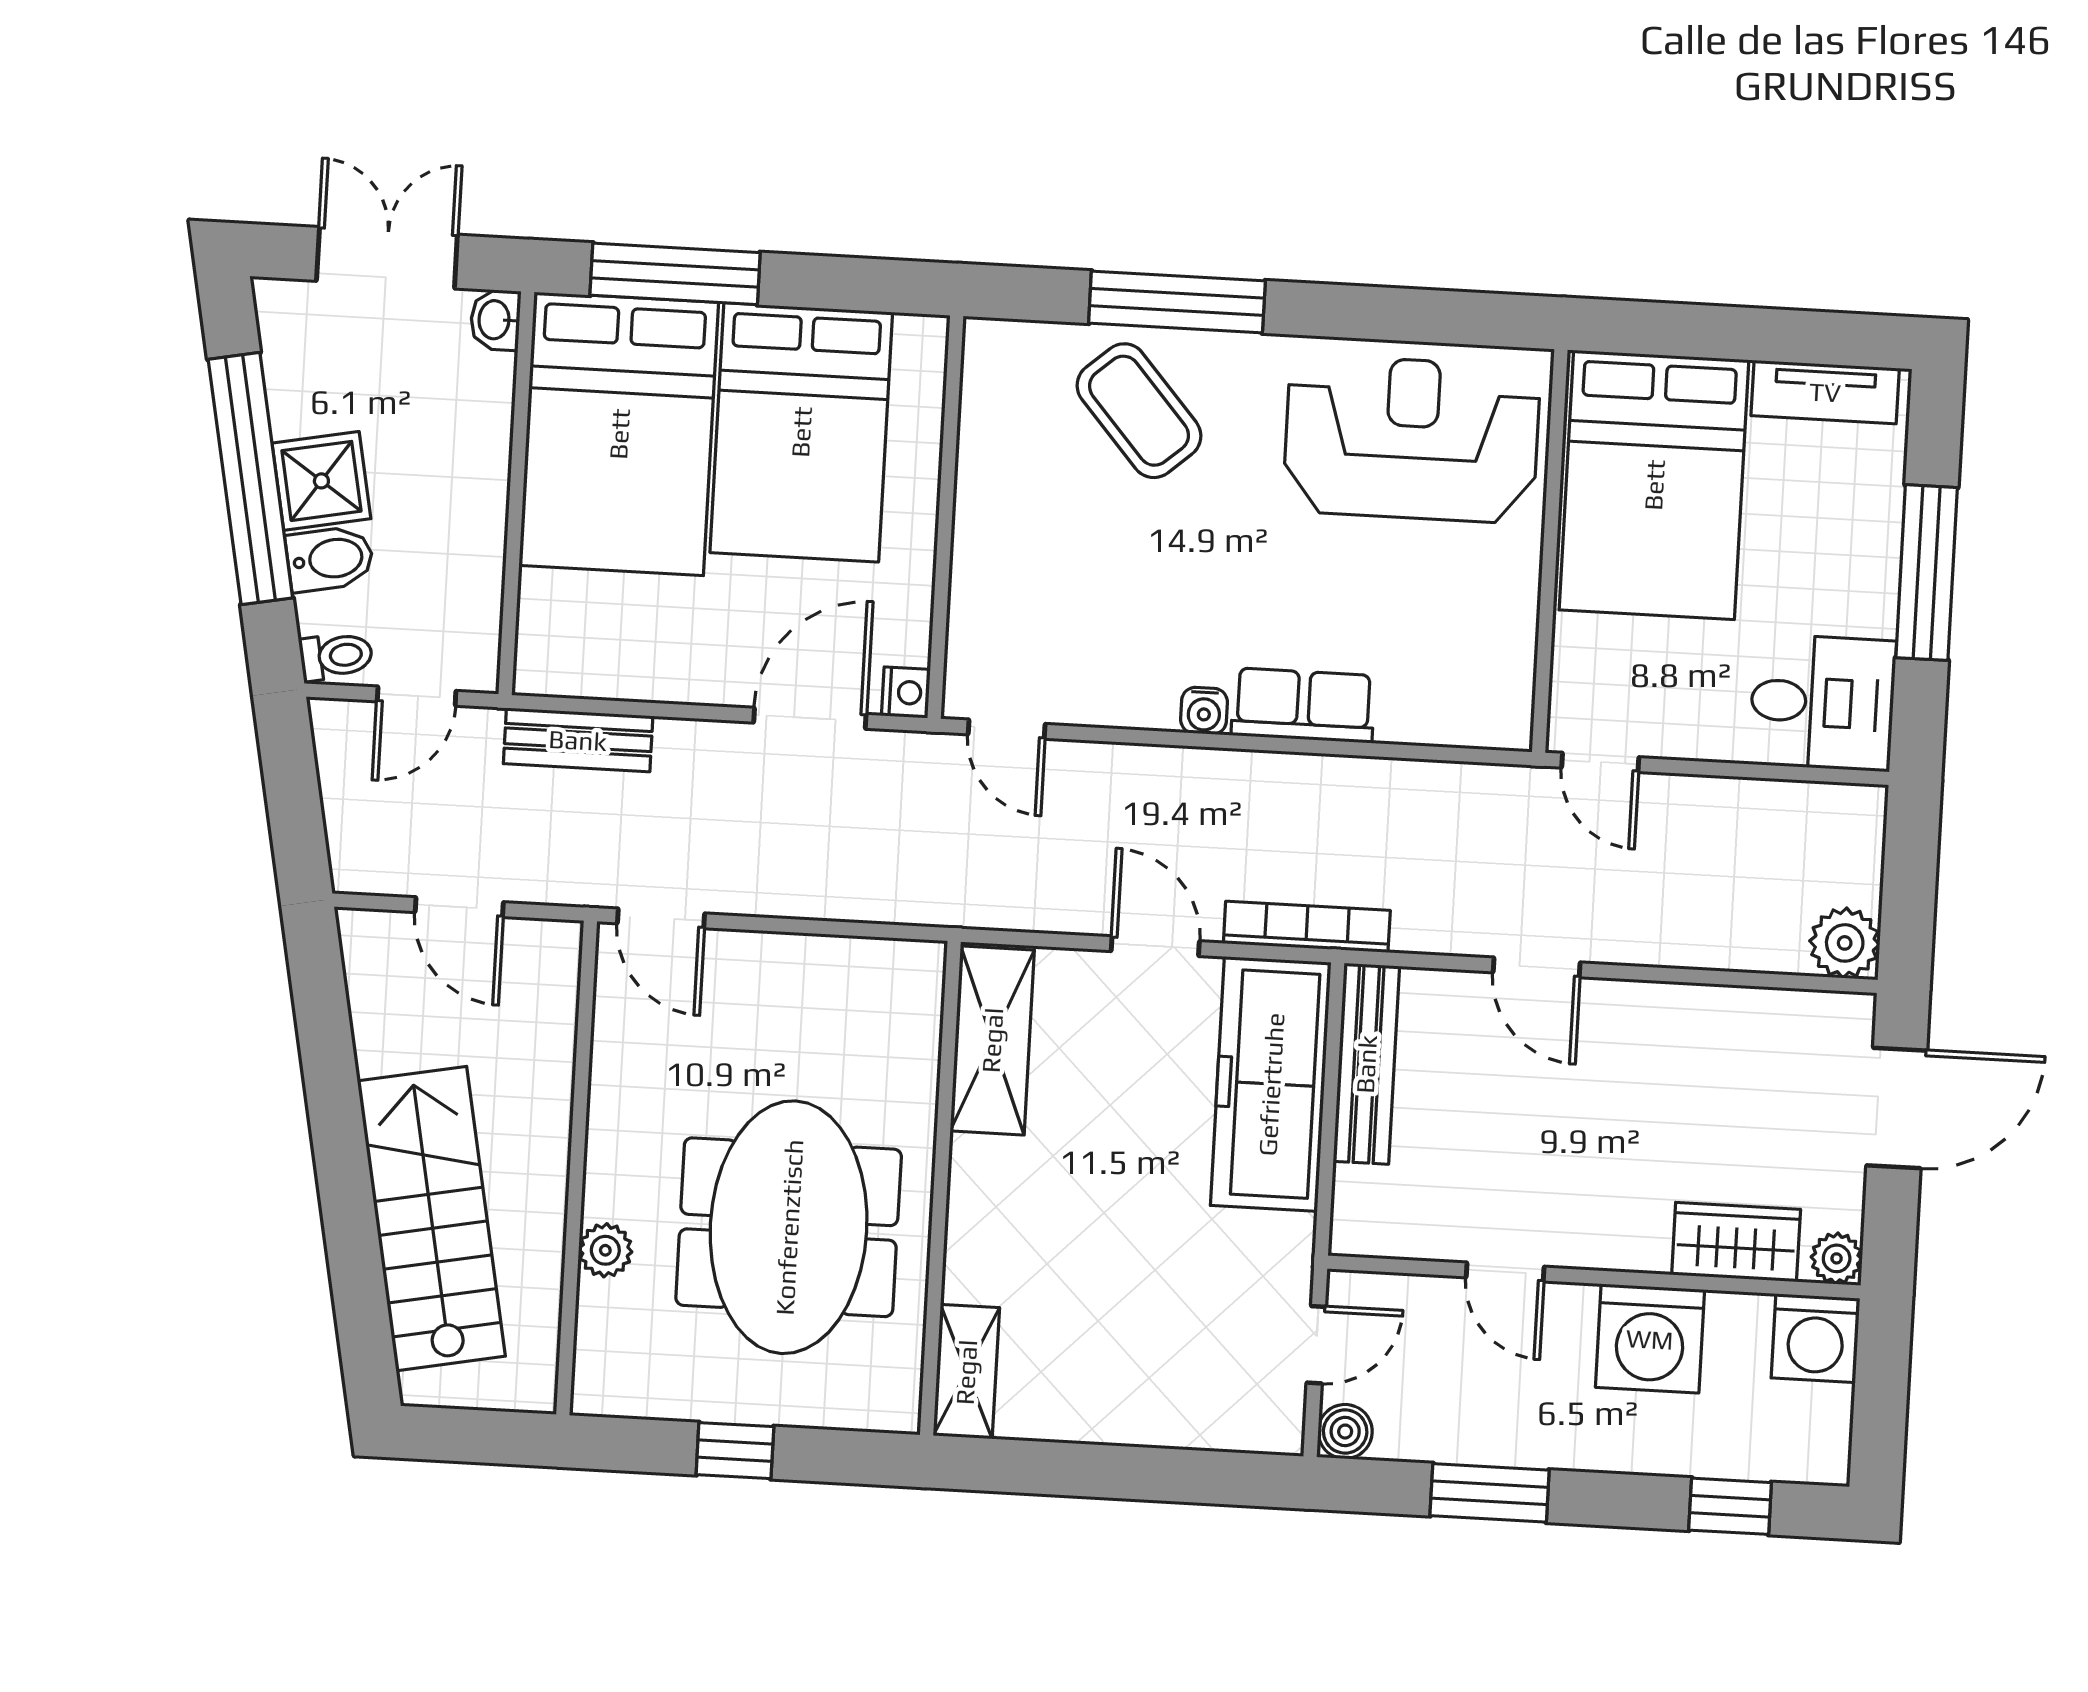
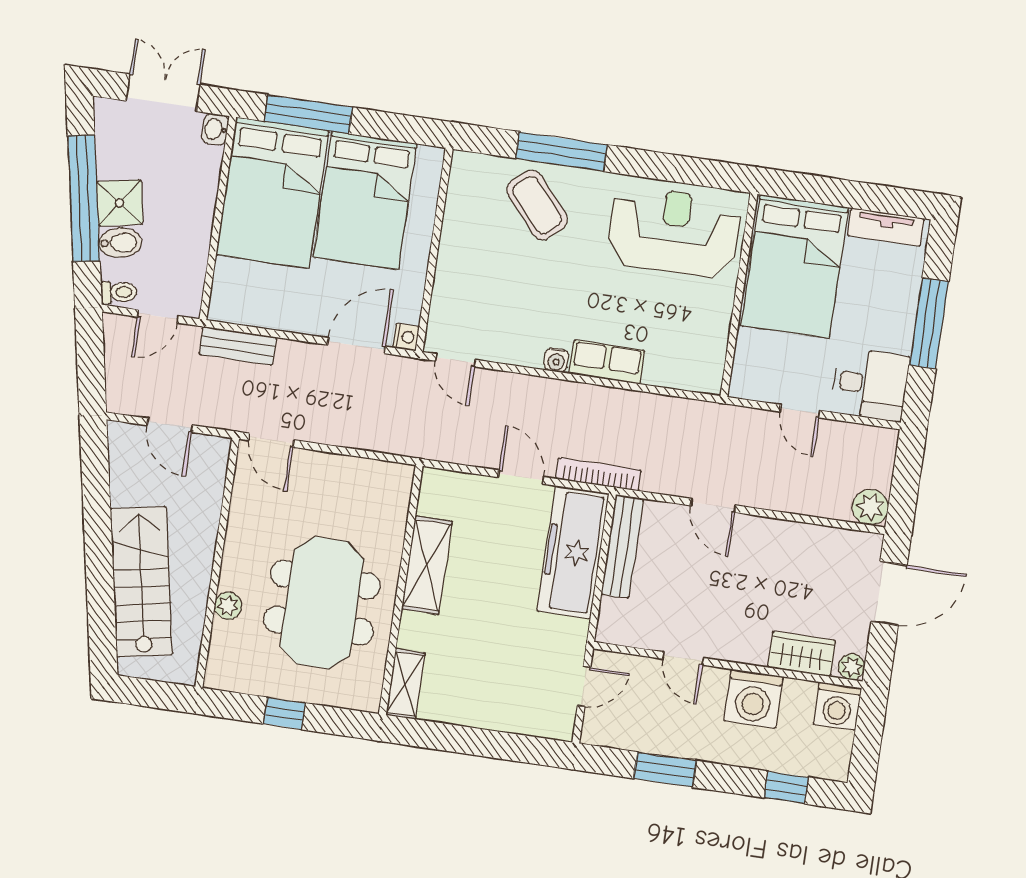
door: (1600, 762) -> (800, 411), moved
shelving: (992, 1040) -> (427, 565), moved
boiler: (1345, 1432) -> (595, 732), removed

